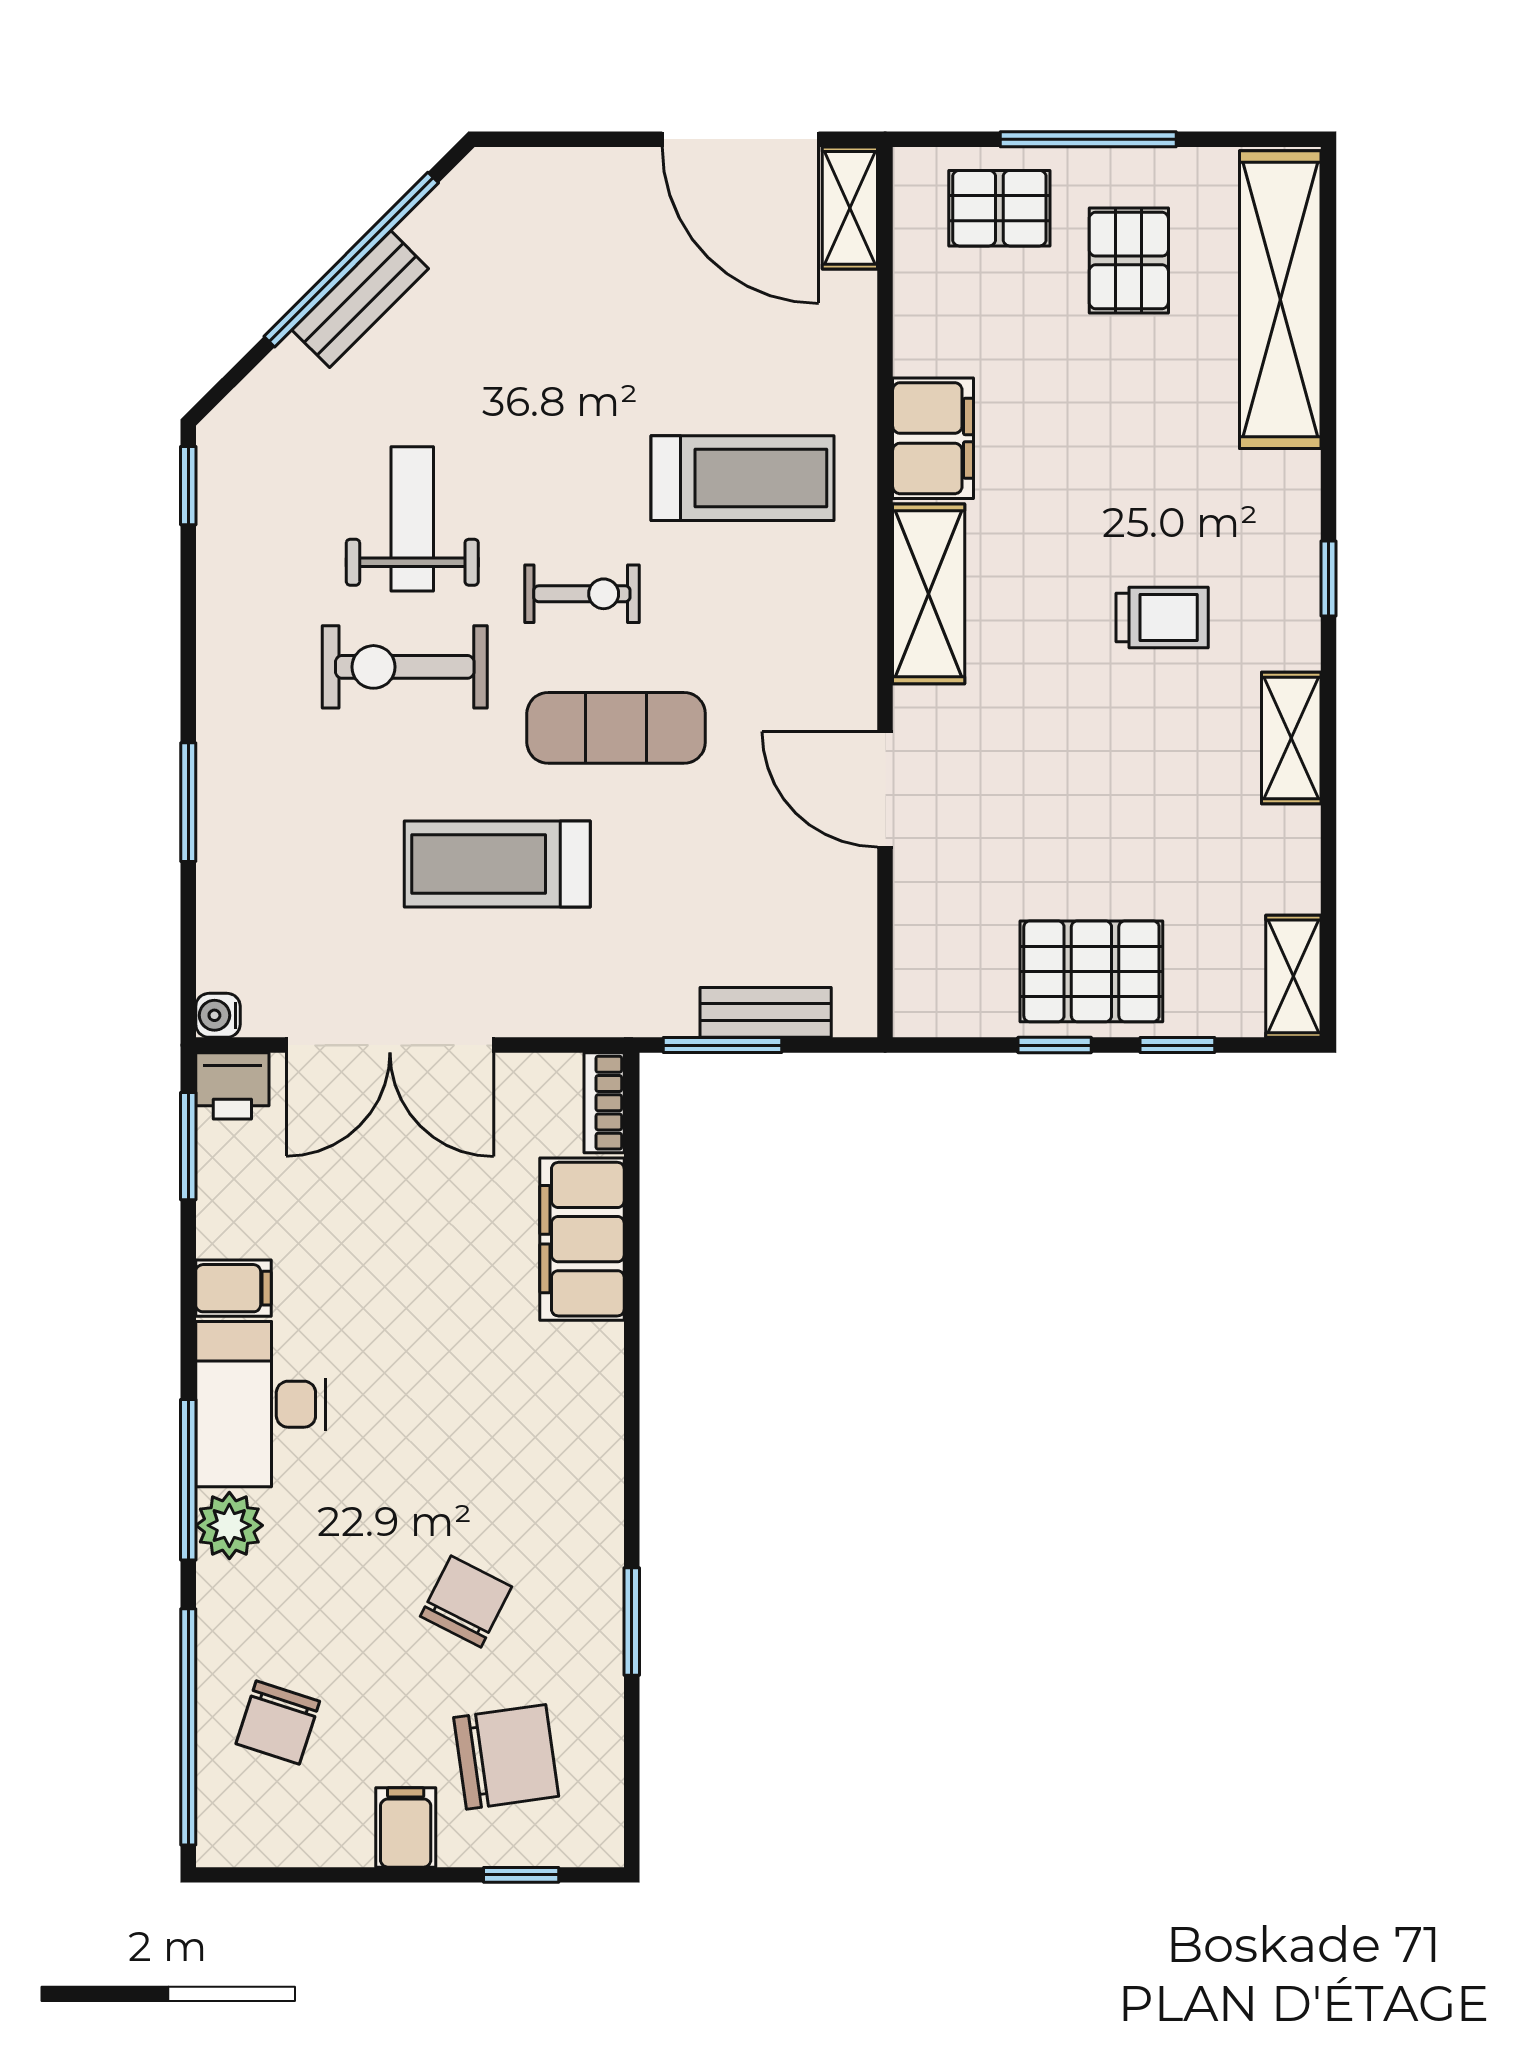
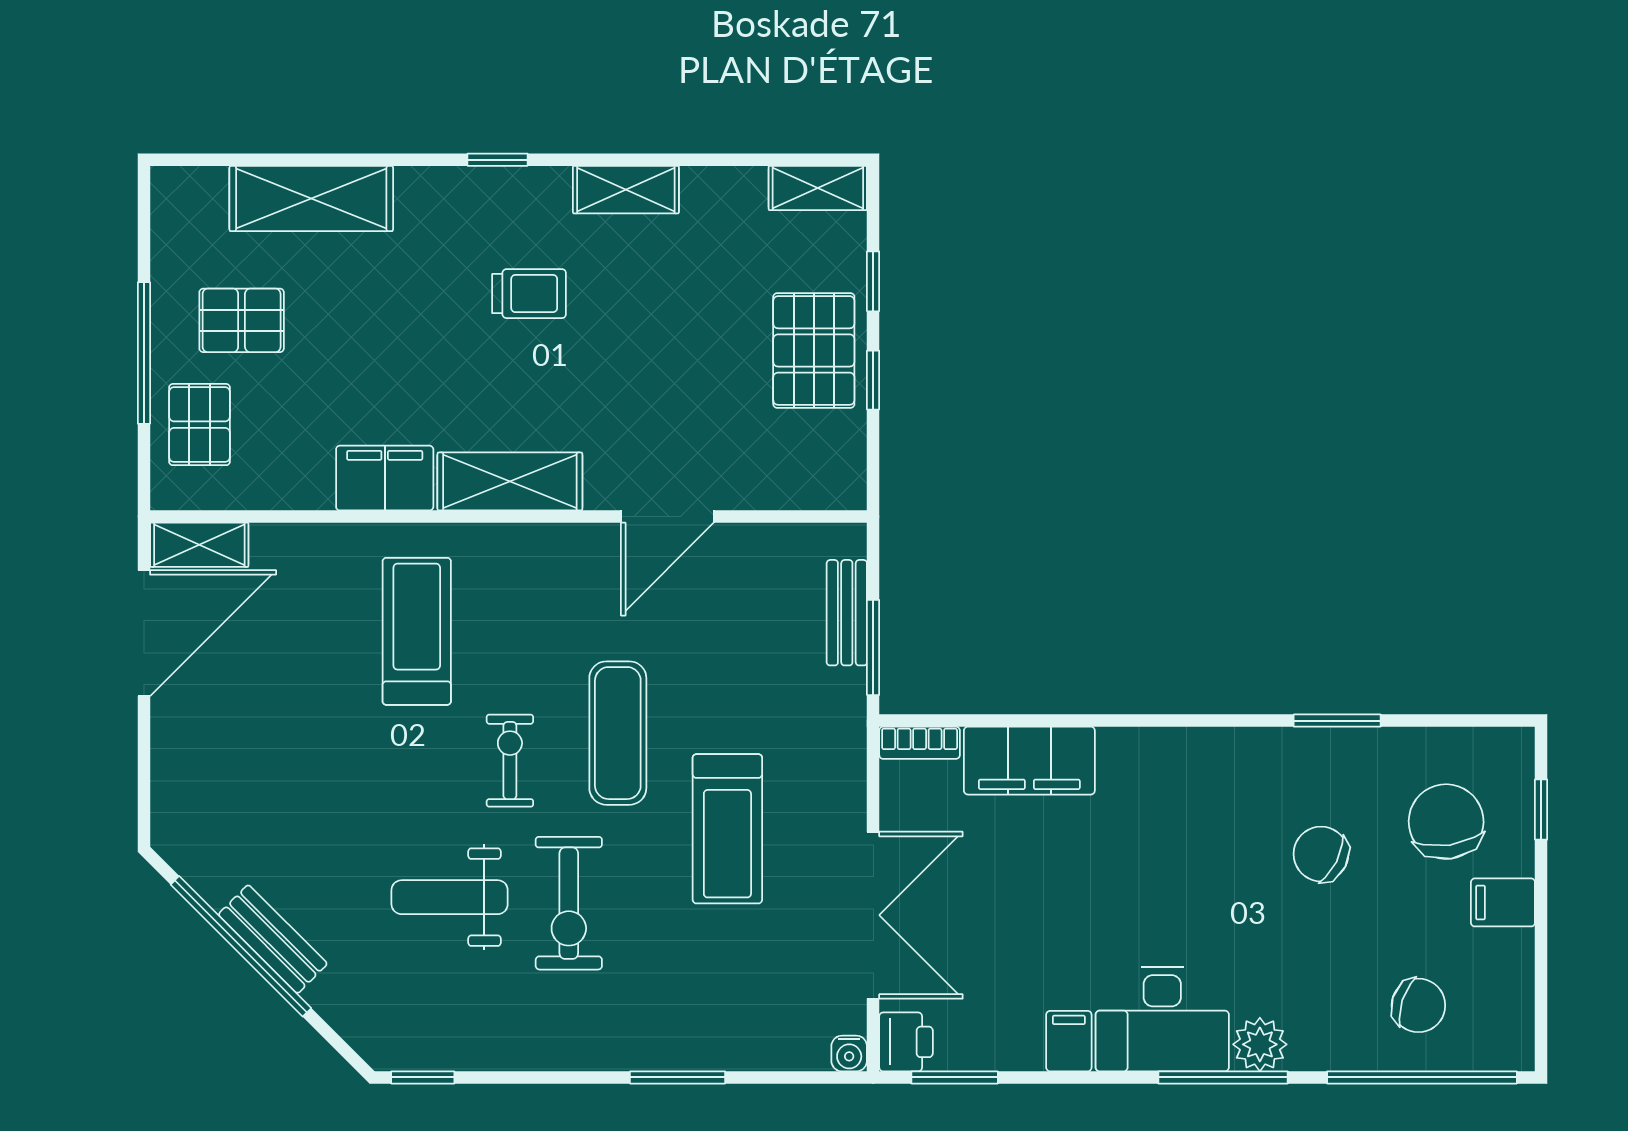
shelving: (1280, 300) -> (311, 199), width x0.68
trolley: (1162, 617) -> (529, 294), turned 90

